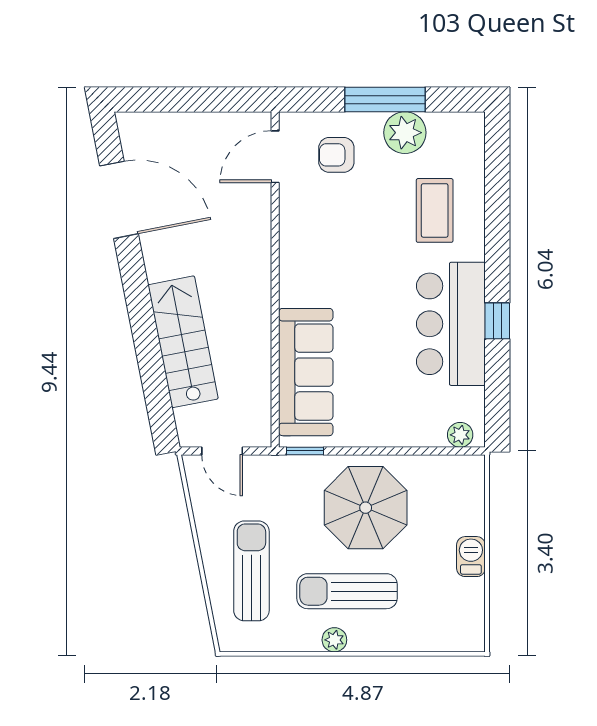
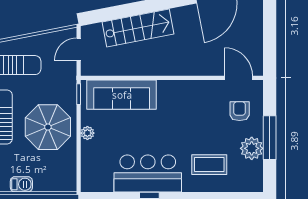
plant: (460, 435) -> (87, 133), moved

